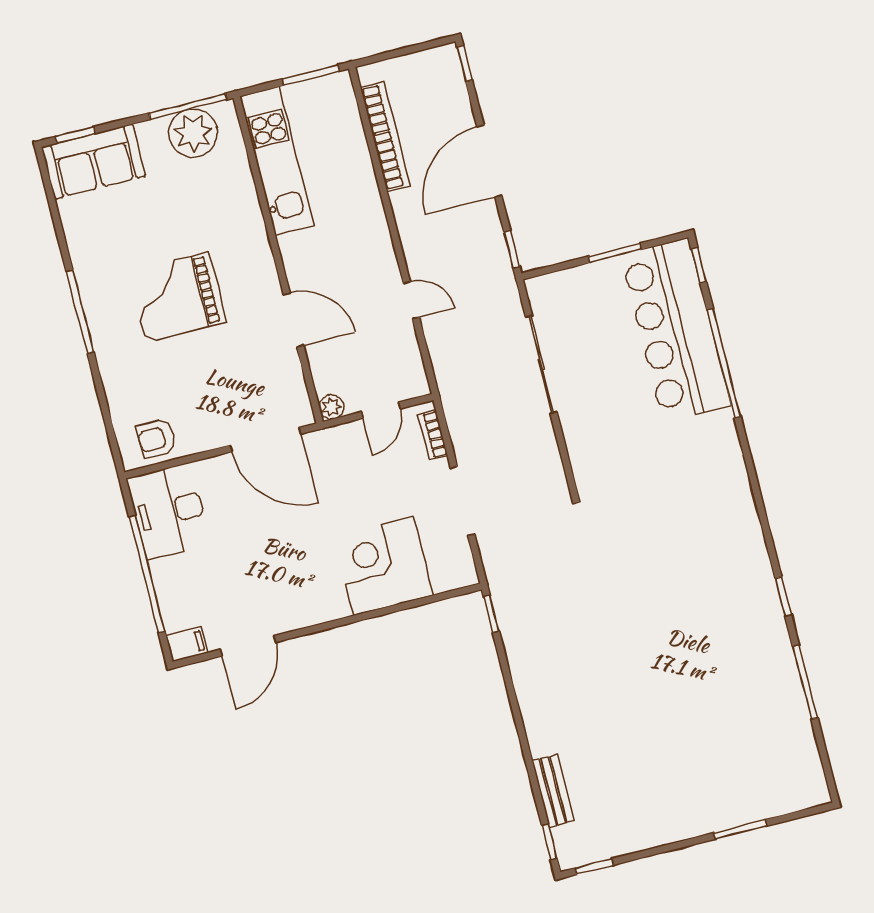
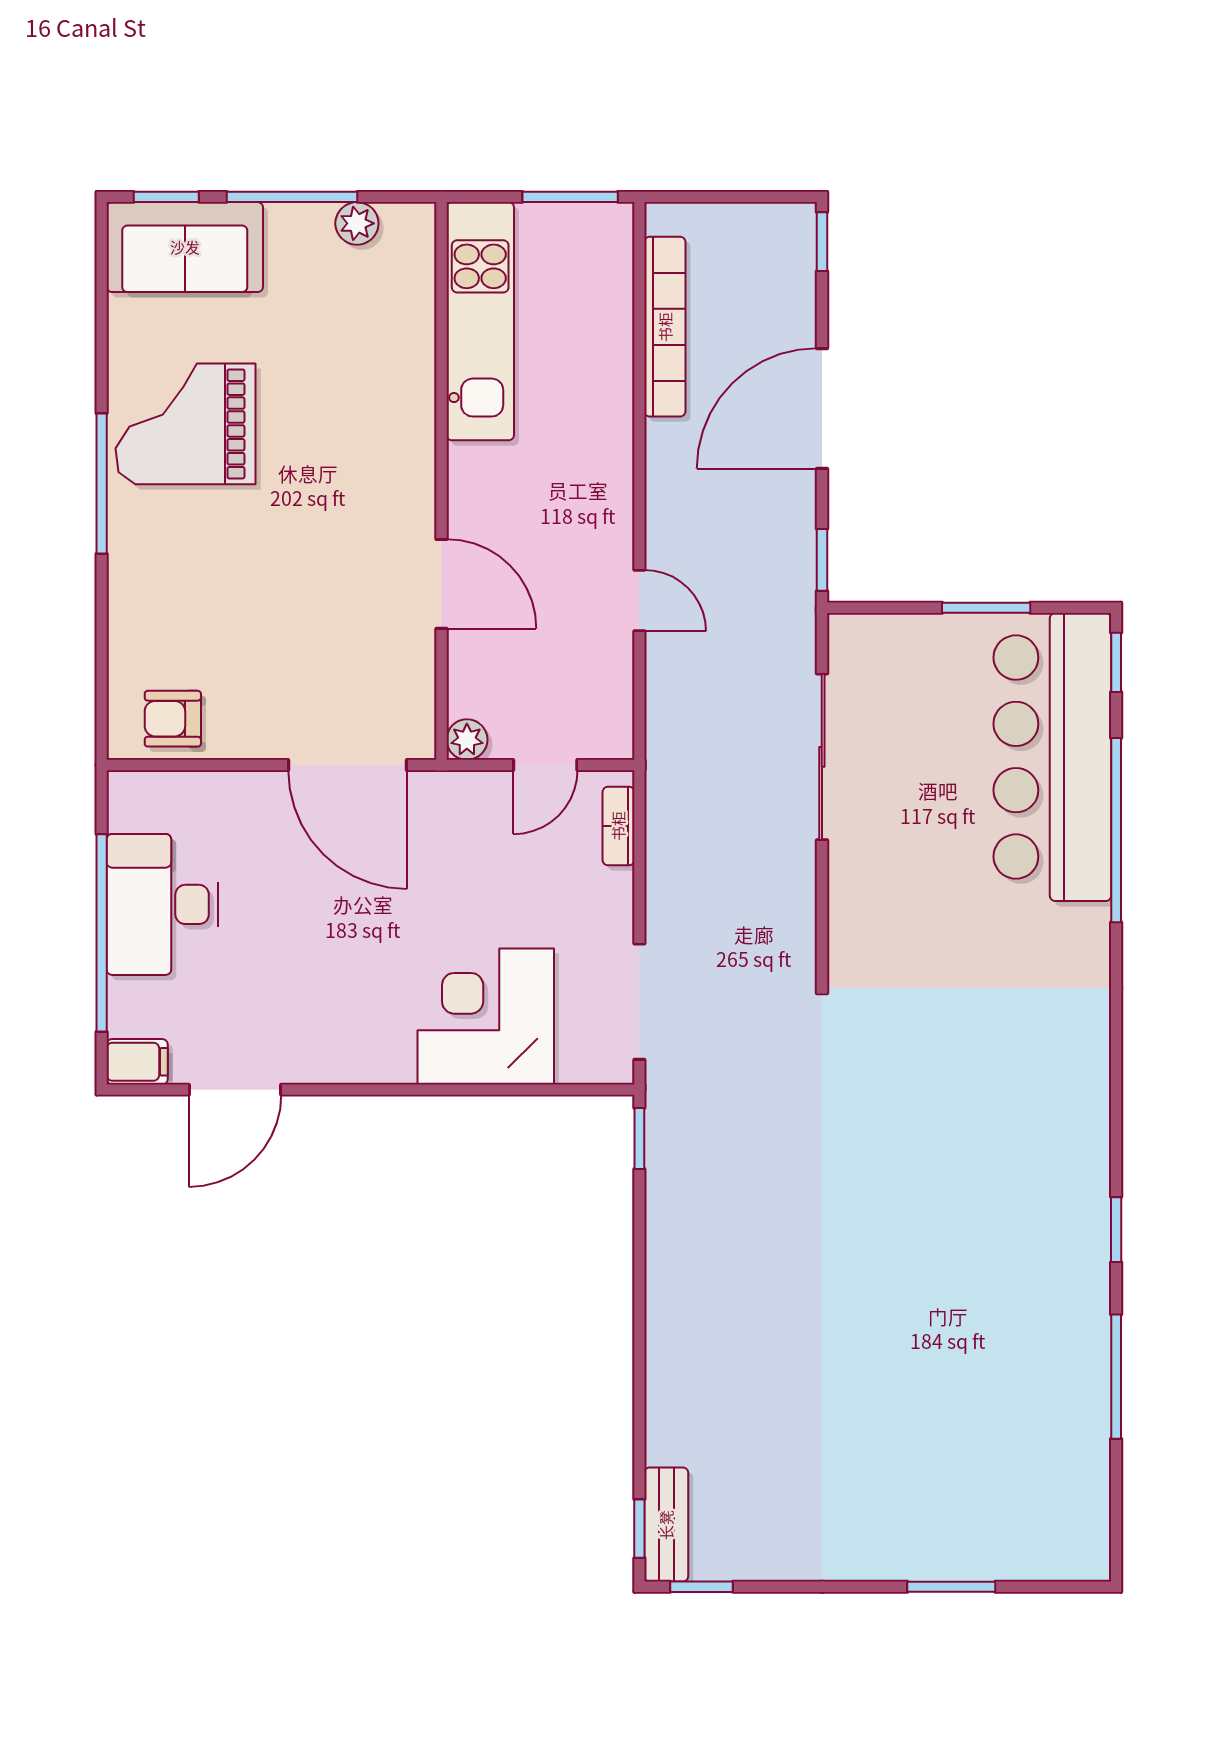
window: (188, 106) -> (292, 197), moved
plant: (193, 133) -> (357, 223), width x0.53, depth x0.53
grand piano: (177, 297) -> (186, 424), moved
doorway: (463, 501) -> (639, 1002), moved
desk: (169, 511) -> (162, 904), moved
bench: (553, 791) -> (666, 1525), moved

